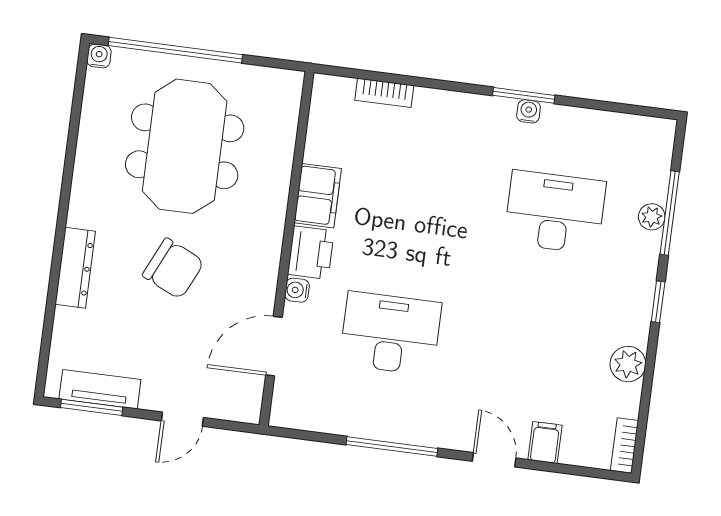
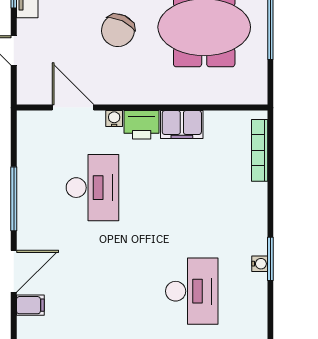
bookcase: (384, 93) -> (260, 150), width x1.56
door: (494, 460) -> (14, 271), width x1.38

